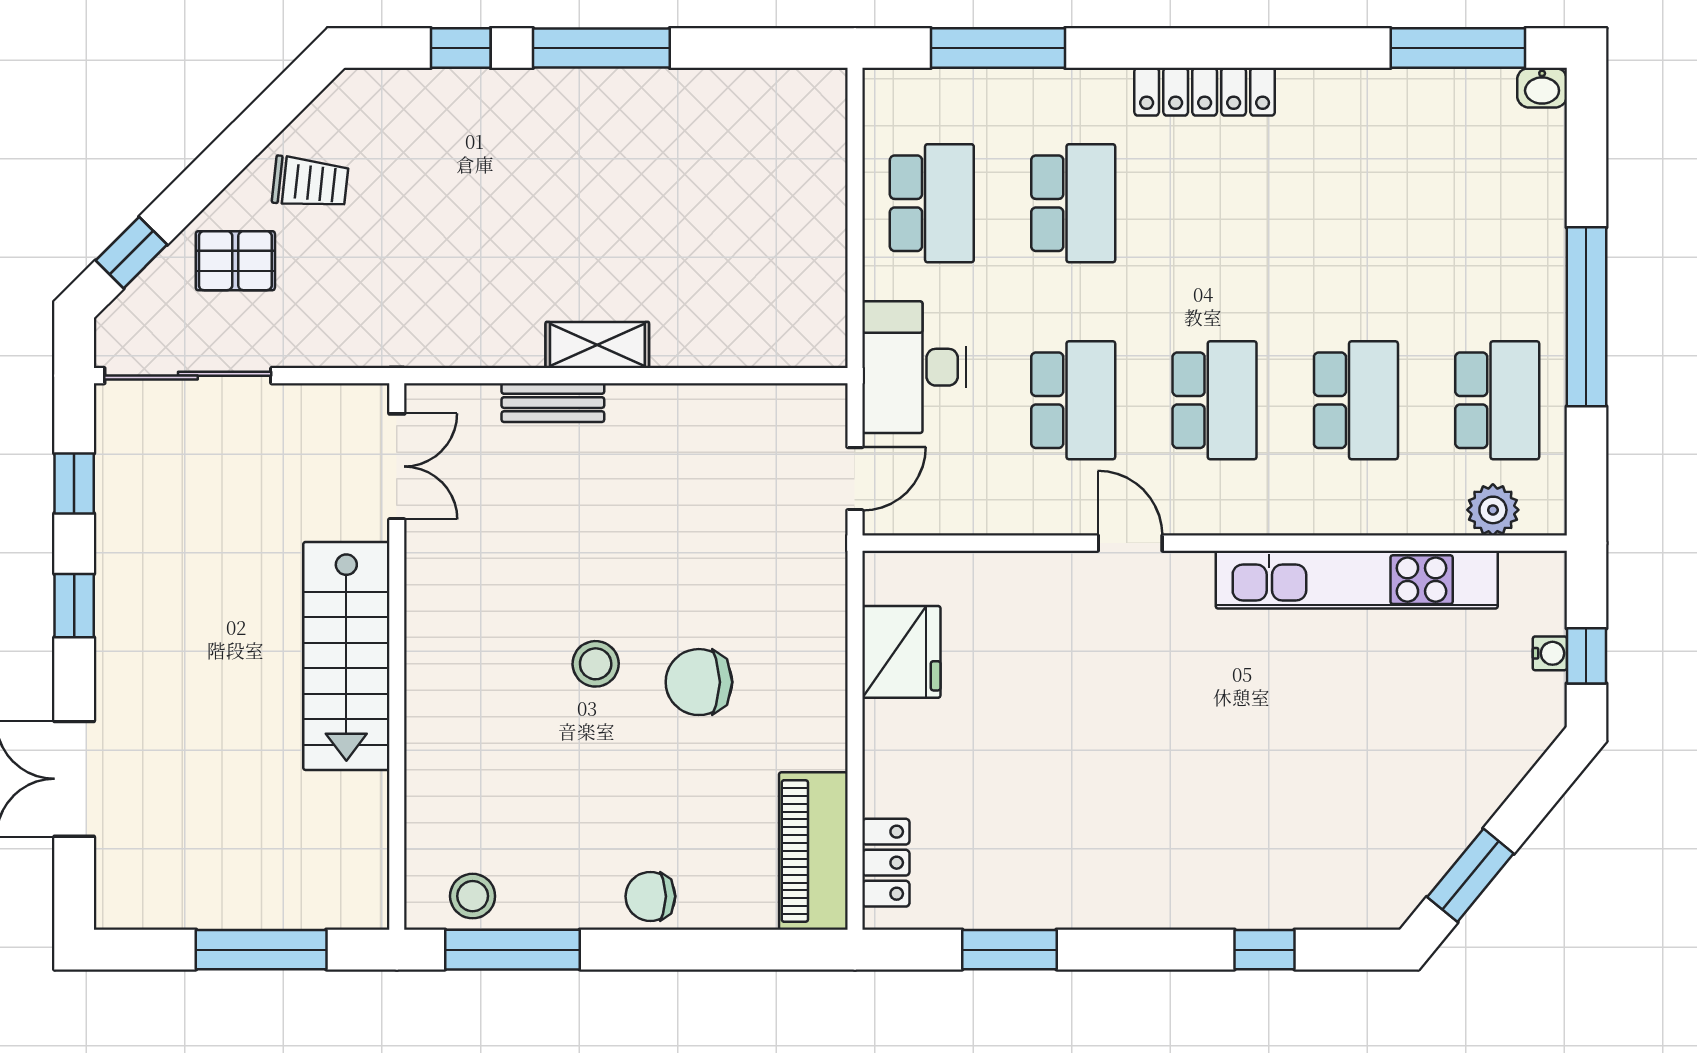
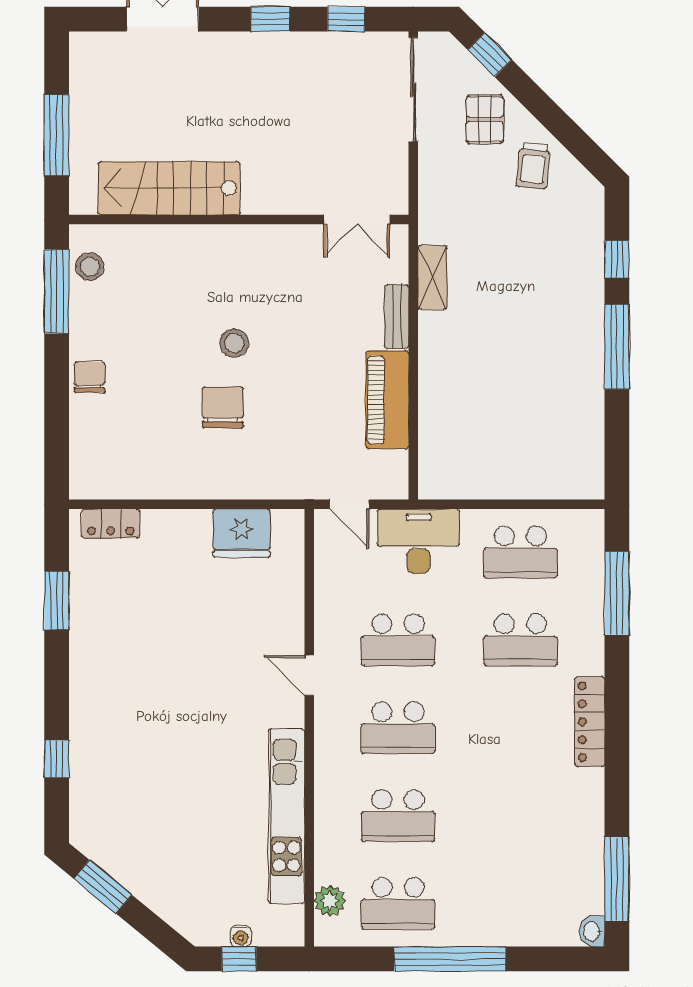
shelving: (597, 345) -> (432, 278), moved
door: (1130, 543) -> (309, 675), swing flipped
stairs: (346, 656) -> (169, 188), moved
piano: (813, 851) -> (387, 400), moved, turned -90

